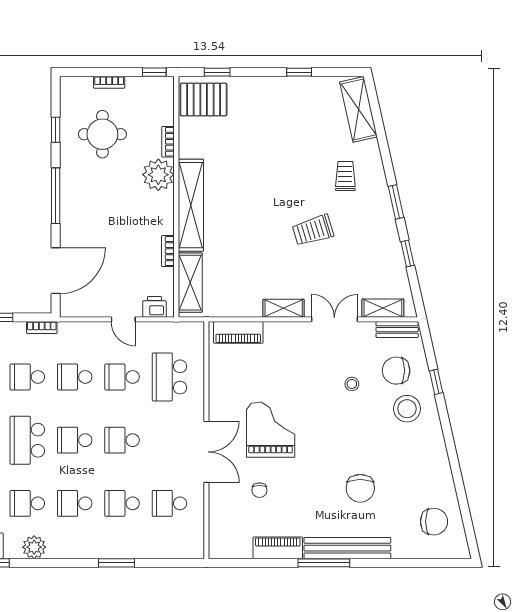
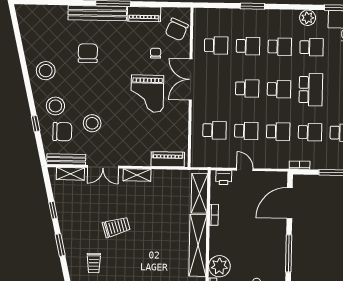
bench: (397, 330) -> (66, 159), width x1.36
school desk: (169, 377) -> (214, 130), width x0.54
stool: (352, 384) -> (92, 123), width x1.89, depth x1.89
stool: (422, 461) -> (46, 71), added
chair: (434, 522) -> (177, 29), moved, turned -67

